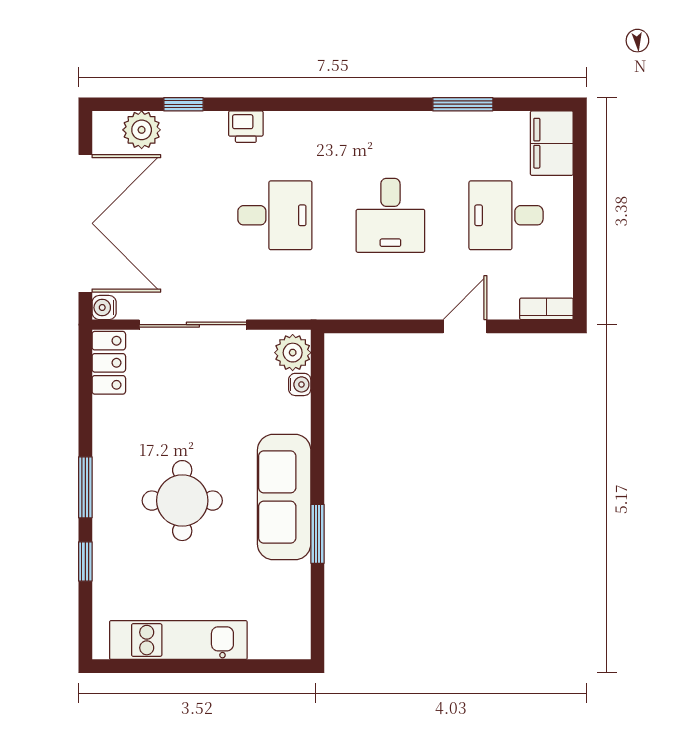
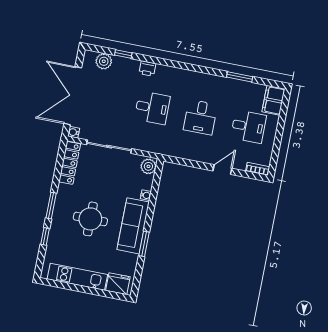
desk: (506, 215) -> (248, 127), turned 180
double door: (85, 223) -> (73, 96), swing flipped
locker: (109, 363) -> (70, 163), width x1.53
water cooler: (300, 384) -> (146, 195), moved
fridge: (275, 638) -> (118, 284), added

